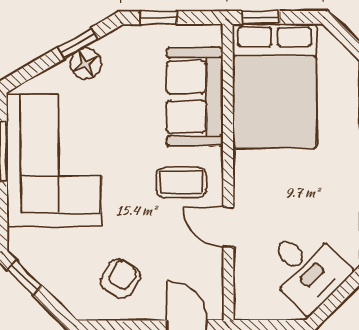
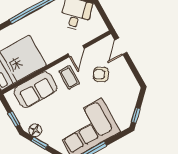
floor lamp: (86, 64) -> (35, 130), moved
armchair: (120, 279) -> (101, 74), moved

